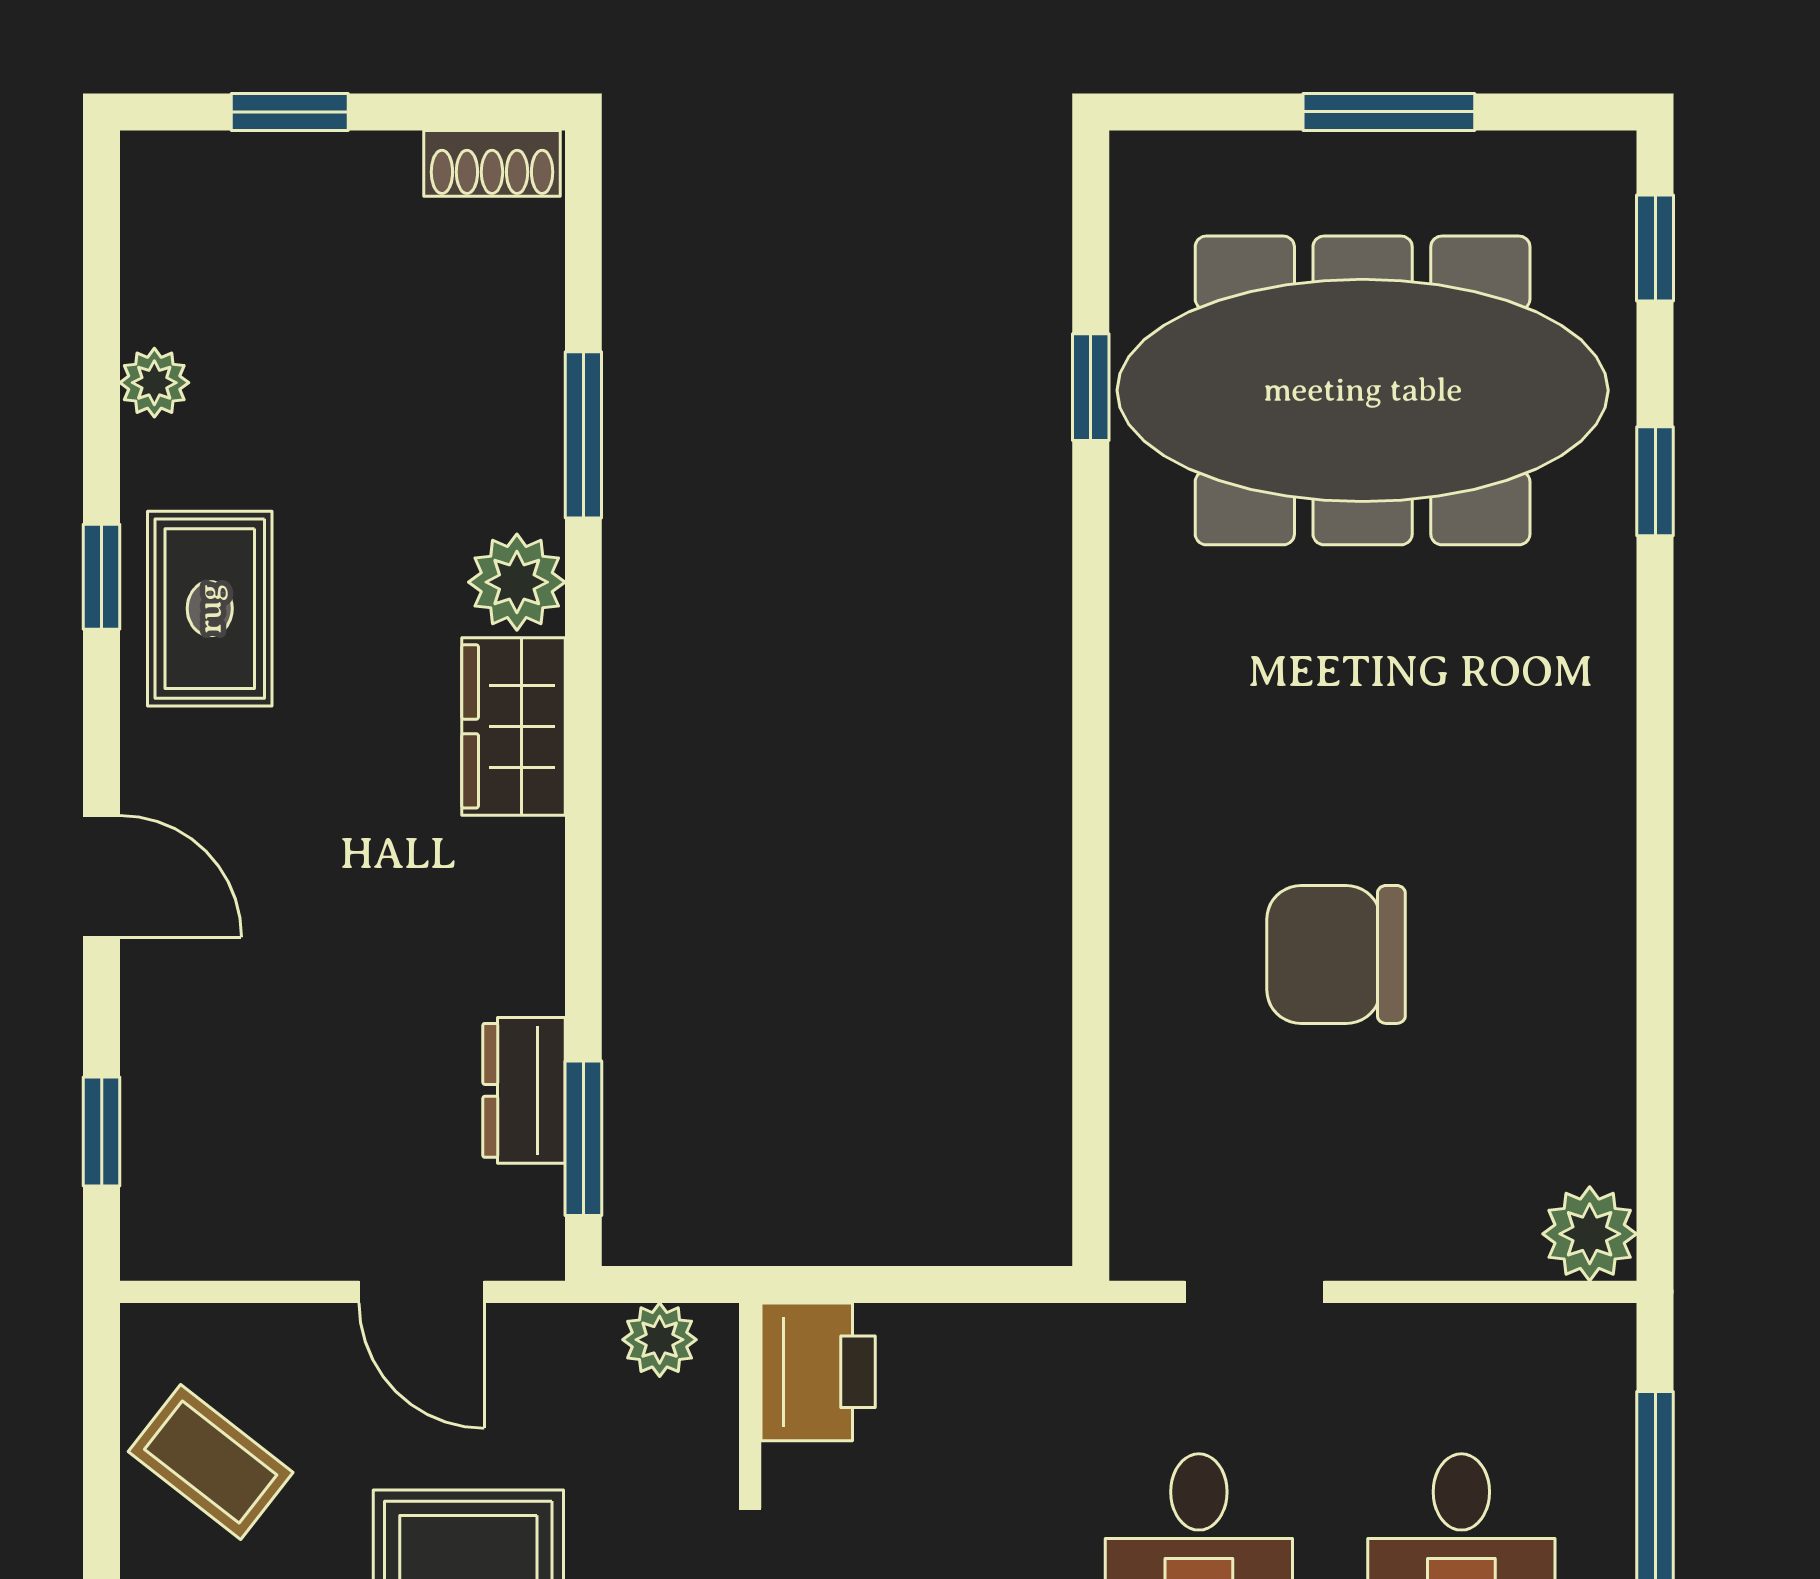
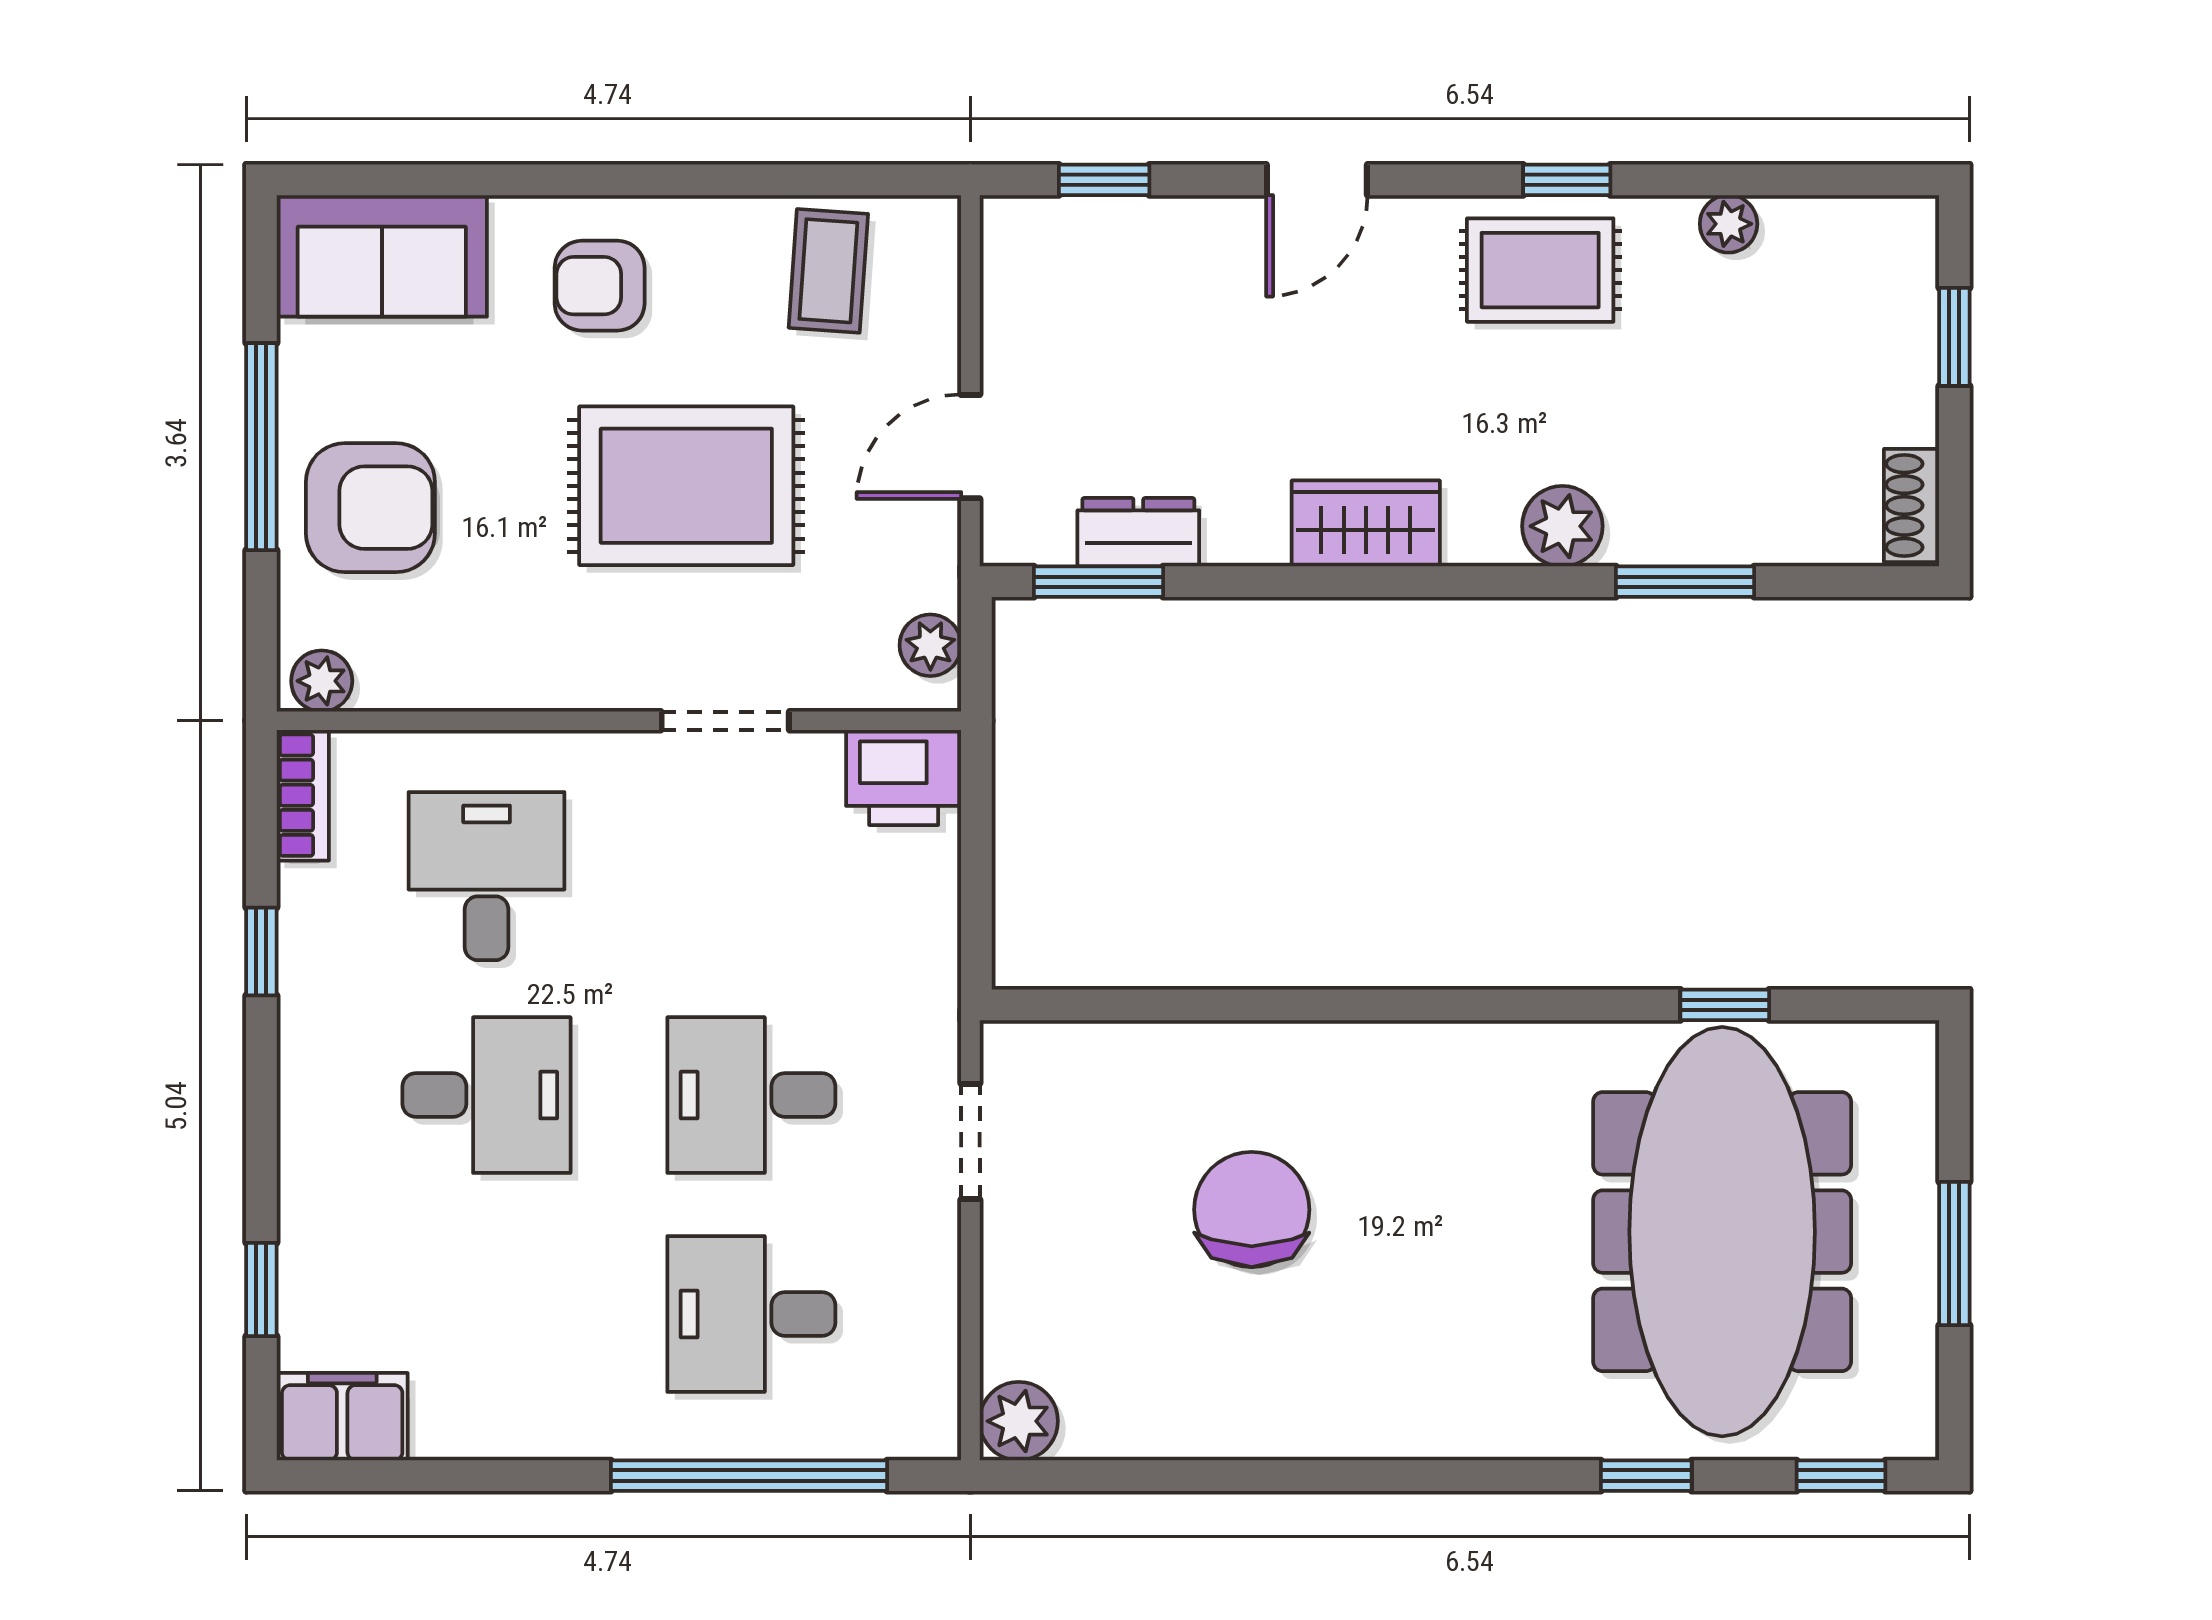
wardrobe: (513, 726) -> (1366, 523), moved
coffee table: (211, 1462) -> (828, 271), turned -34

